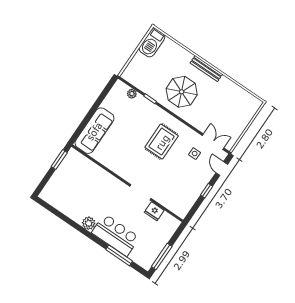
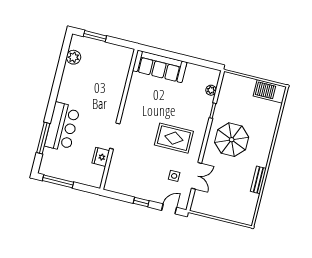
bench: (206, 69) -> (258, 180), moved, width x0.73
double door: (213, 142) -> (197, 176), moved
window: (59, 160) -> (95, 36), moved
plant: (89, 223) -> (74, 57), moved

